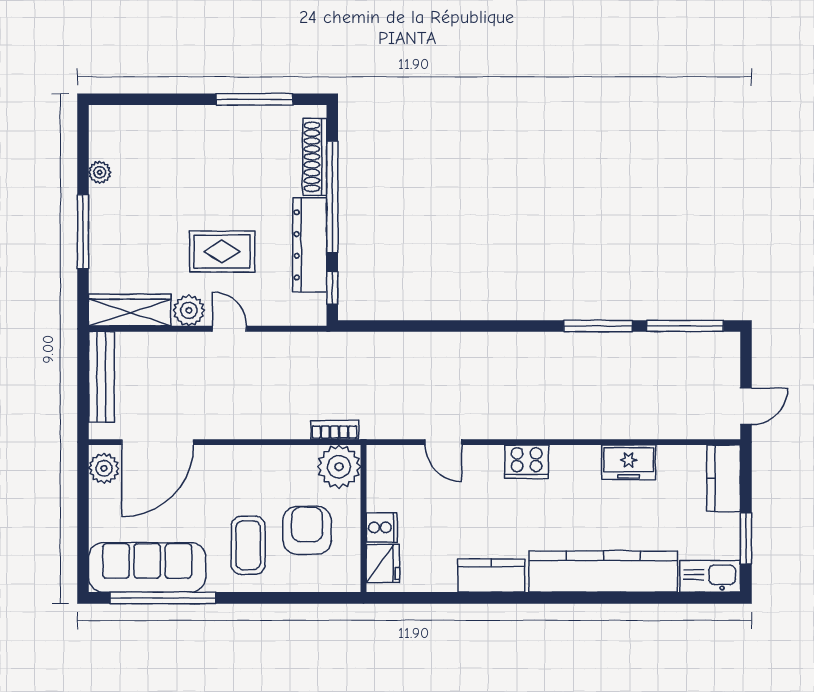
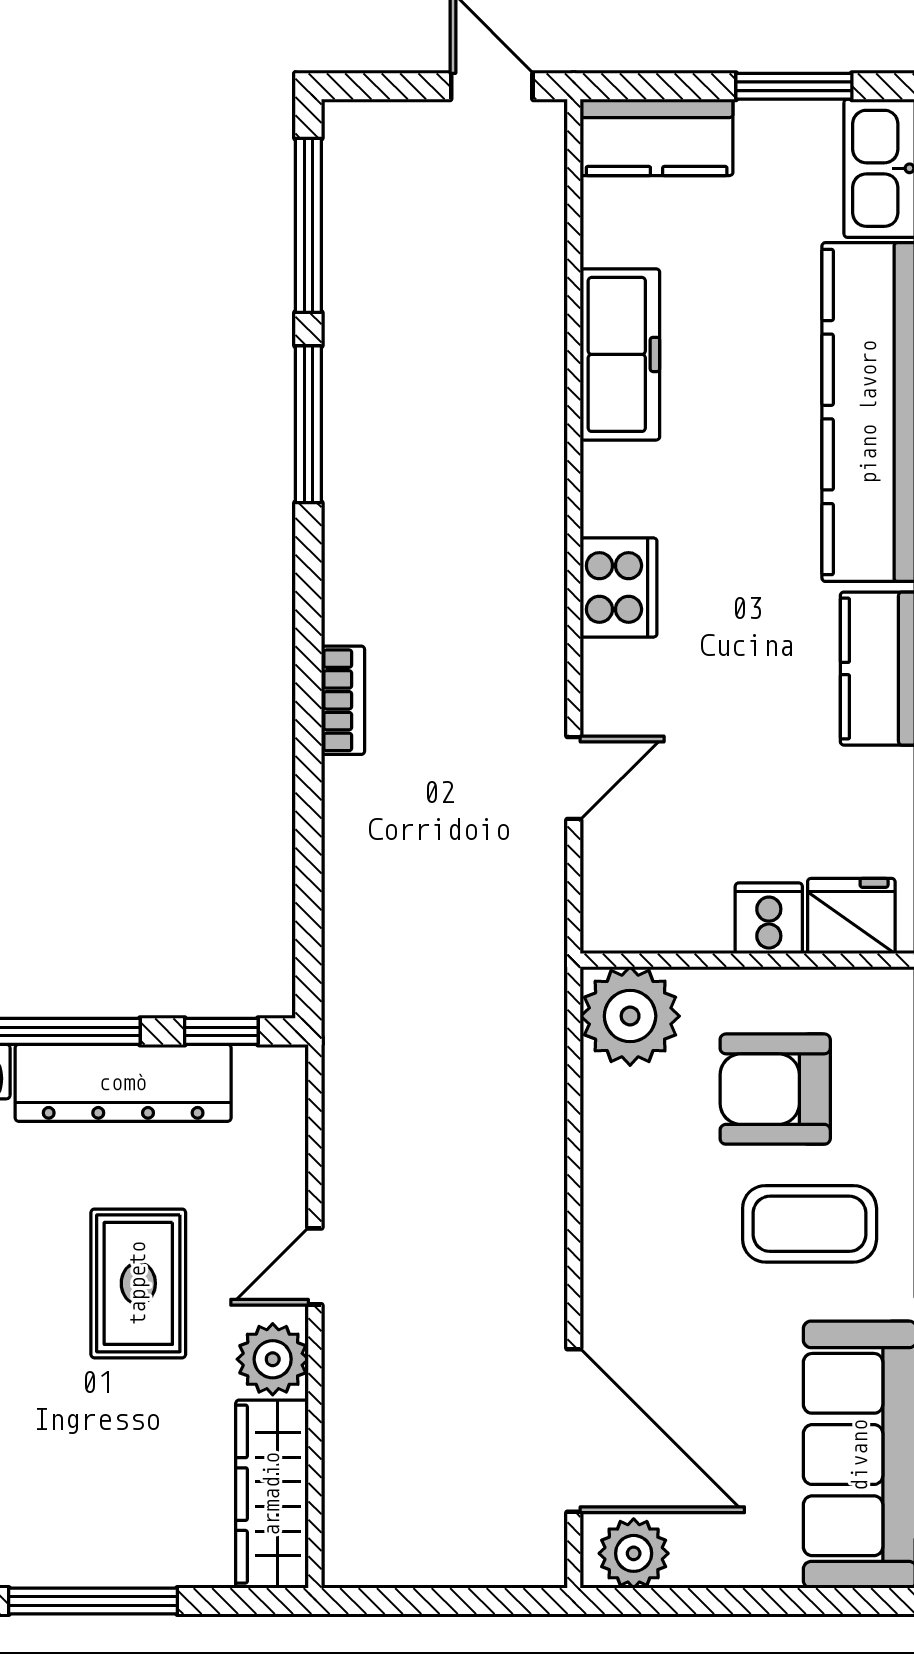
bench: (101, 377) -> (425, 1559), removed
bookcase: (335, 430) -> (343, 700), moved, turned 180
freezer: (629, 462) -> (620, 354), width x1.40

